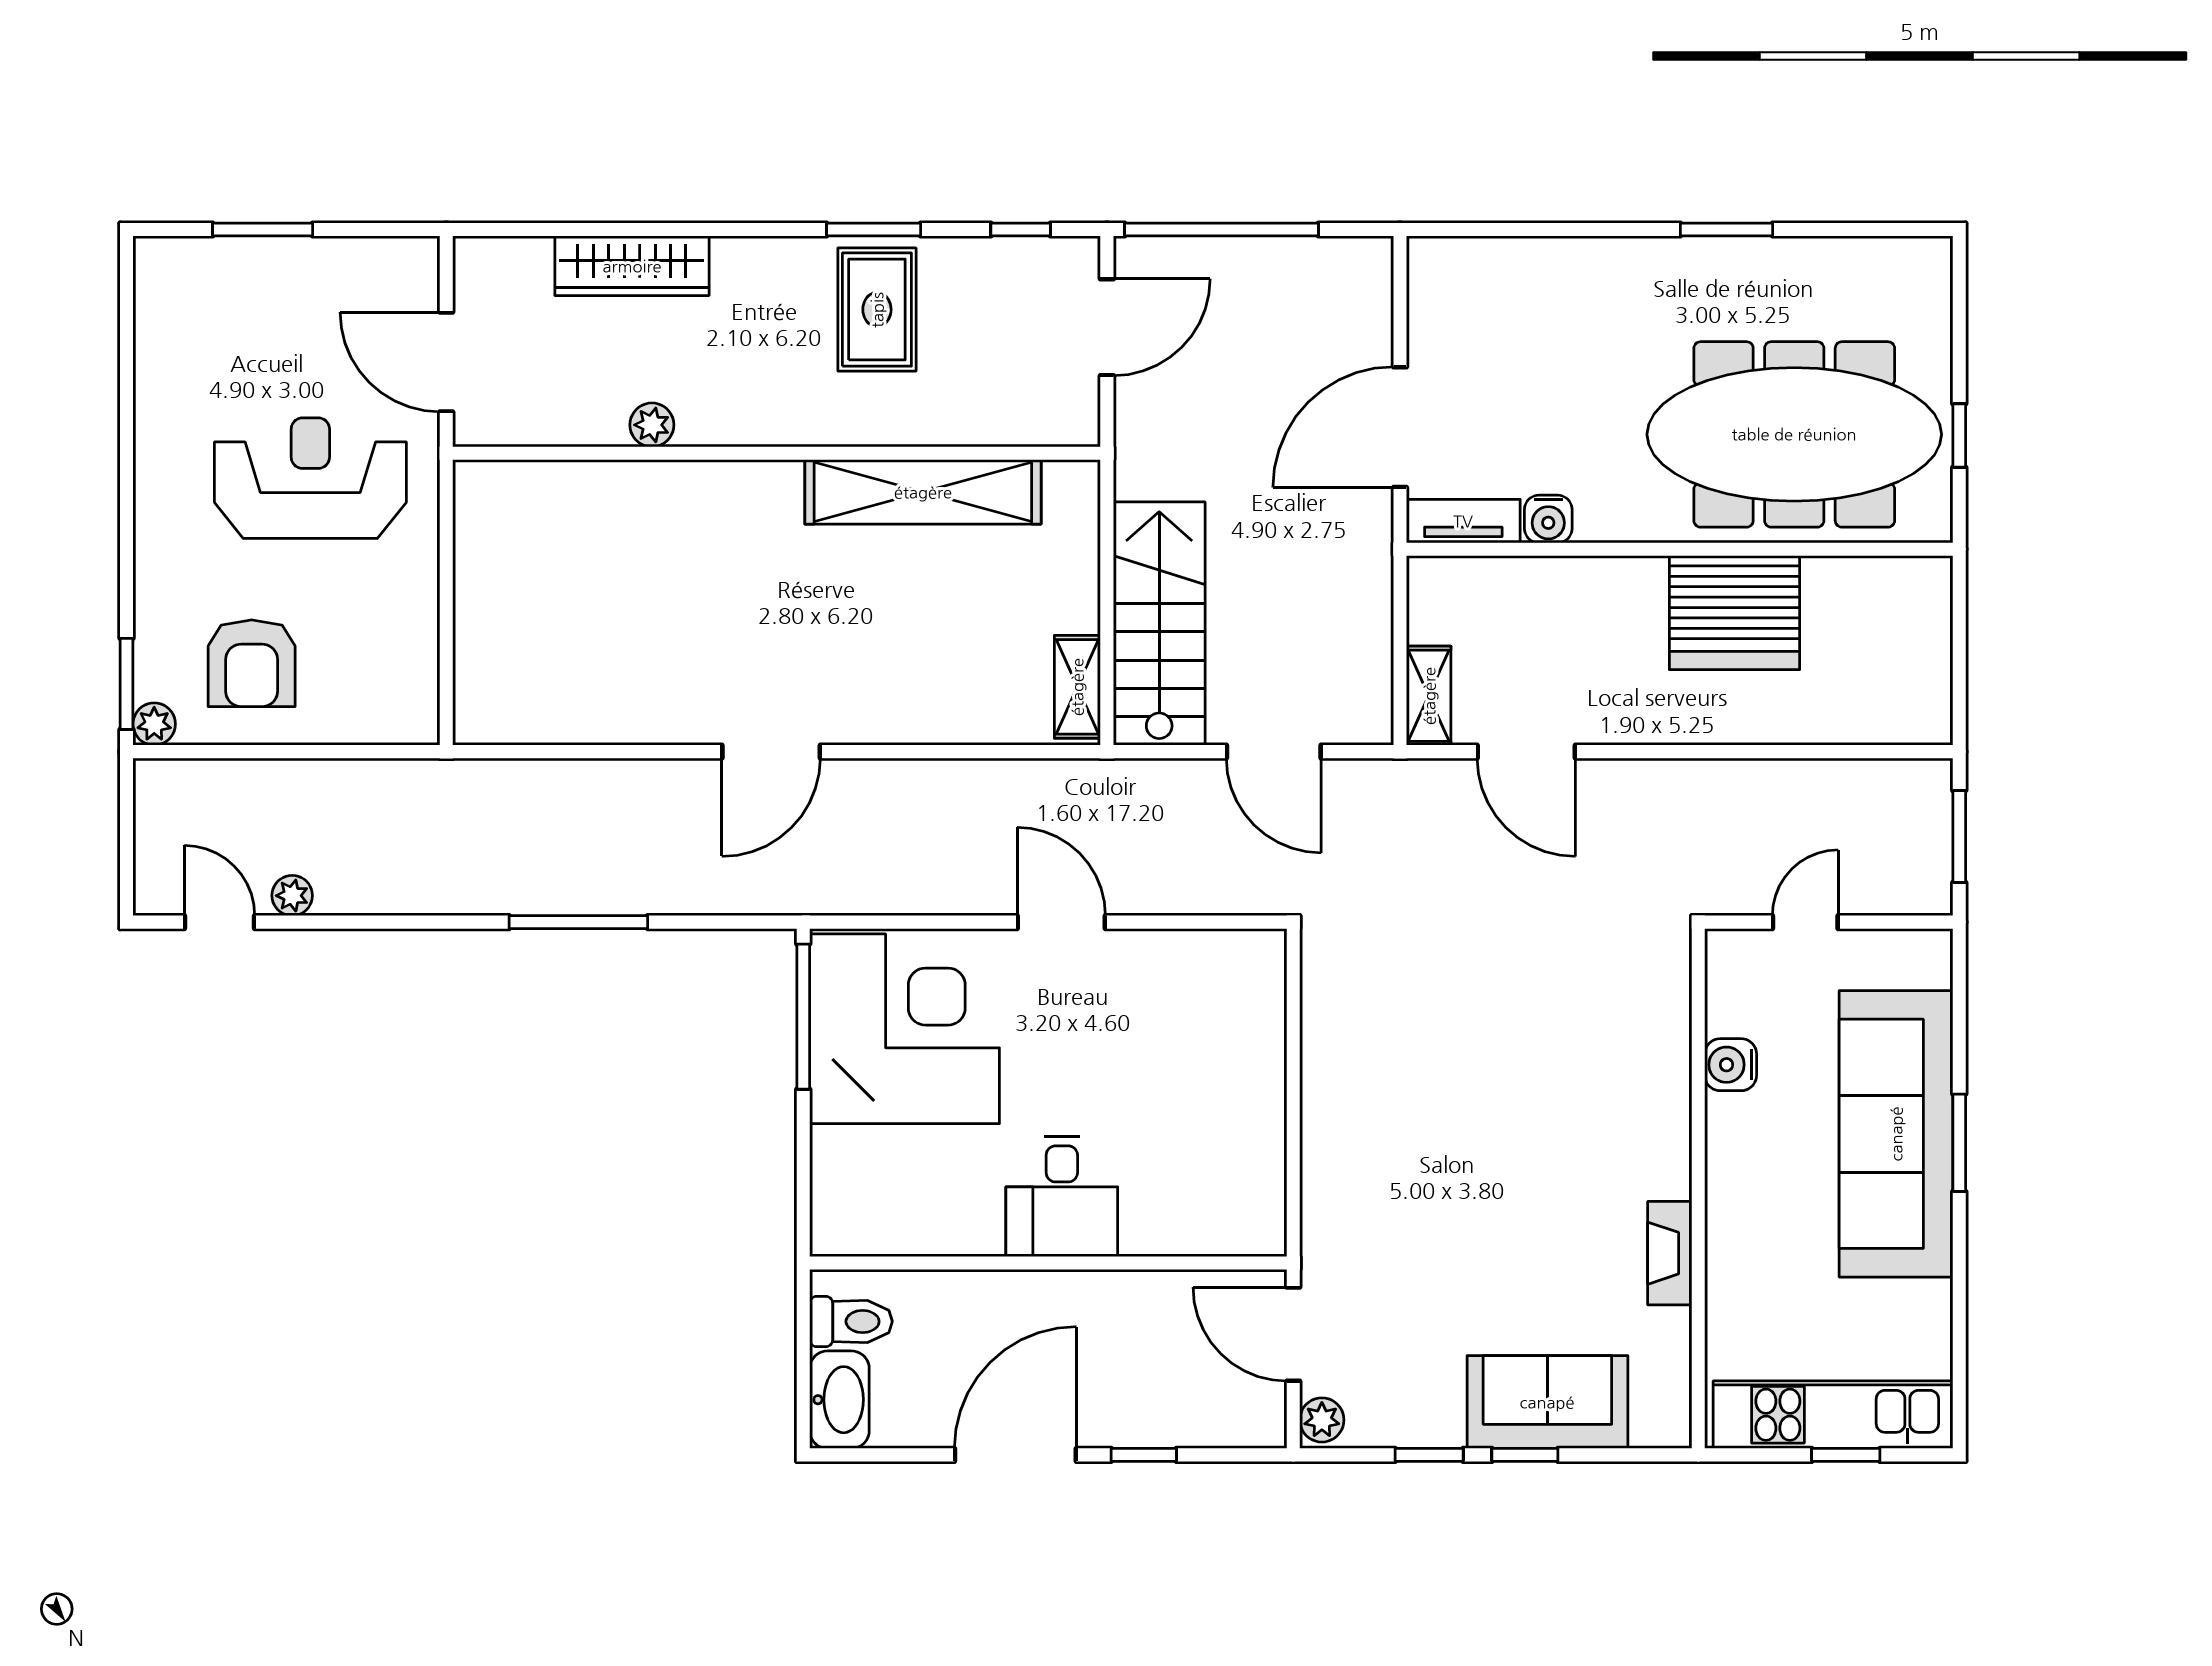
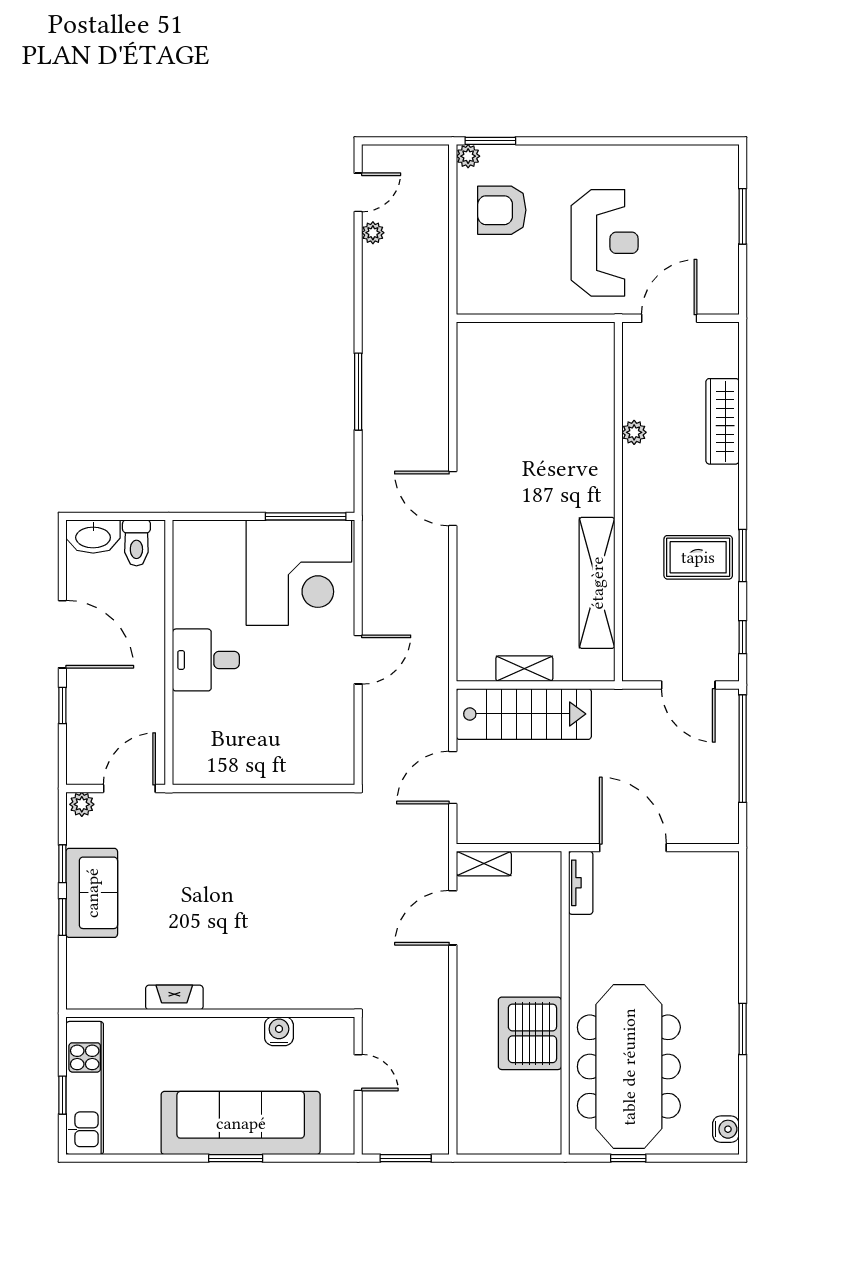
water cooler: (1548, 519) -> (726, 1129), moved, turned 180
shelving: (1077, 687) -> (524, 669), moved
sofa: (1547, 1402) -> (92, 893), moved

